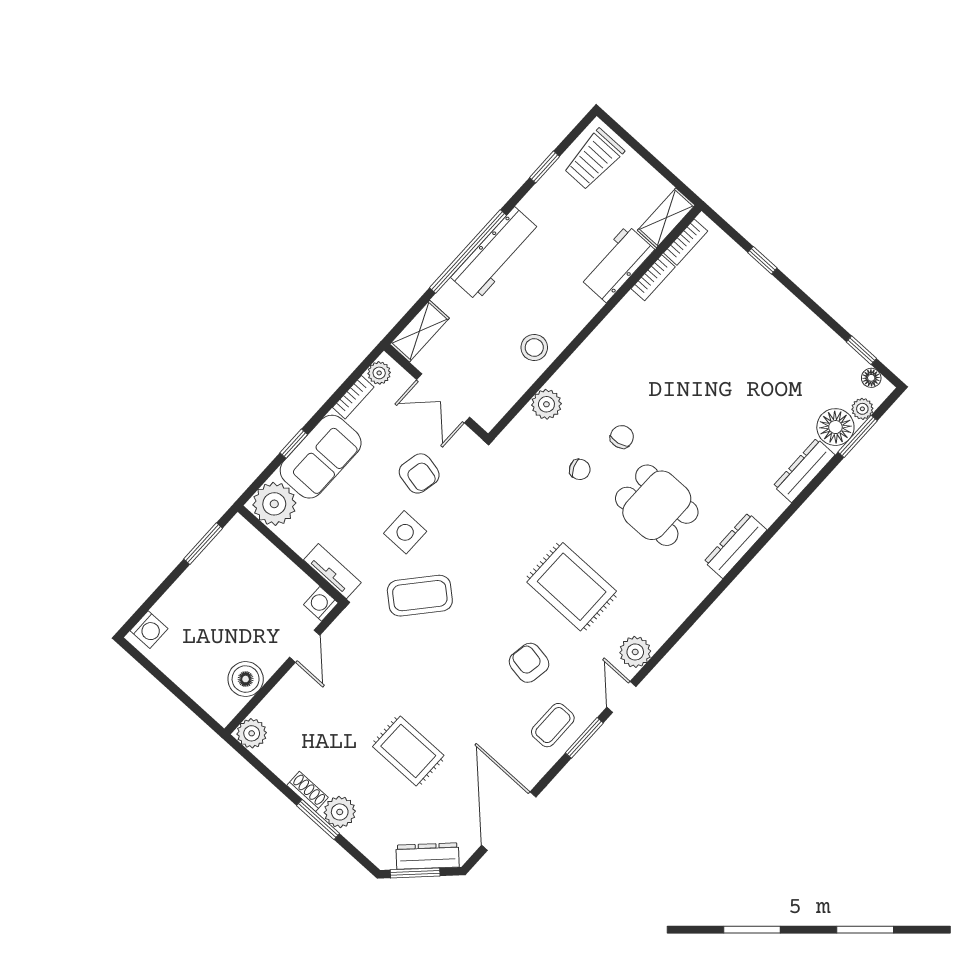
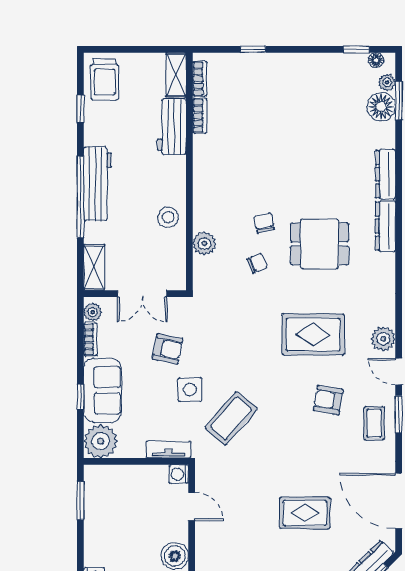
dresser: (804, 470) -> (386, 174), moved

